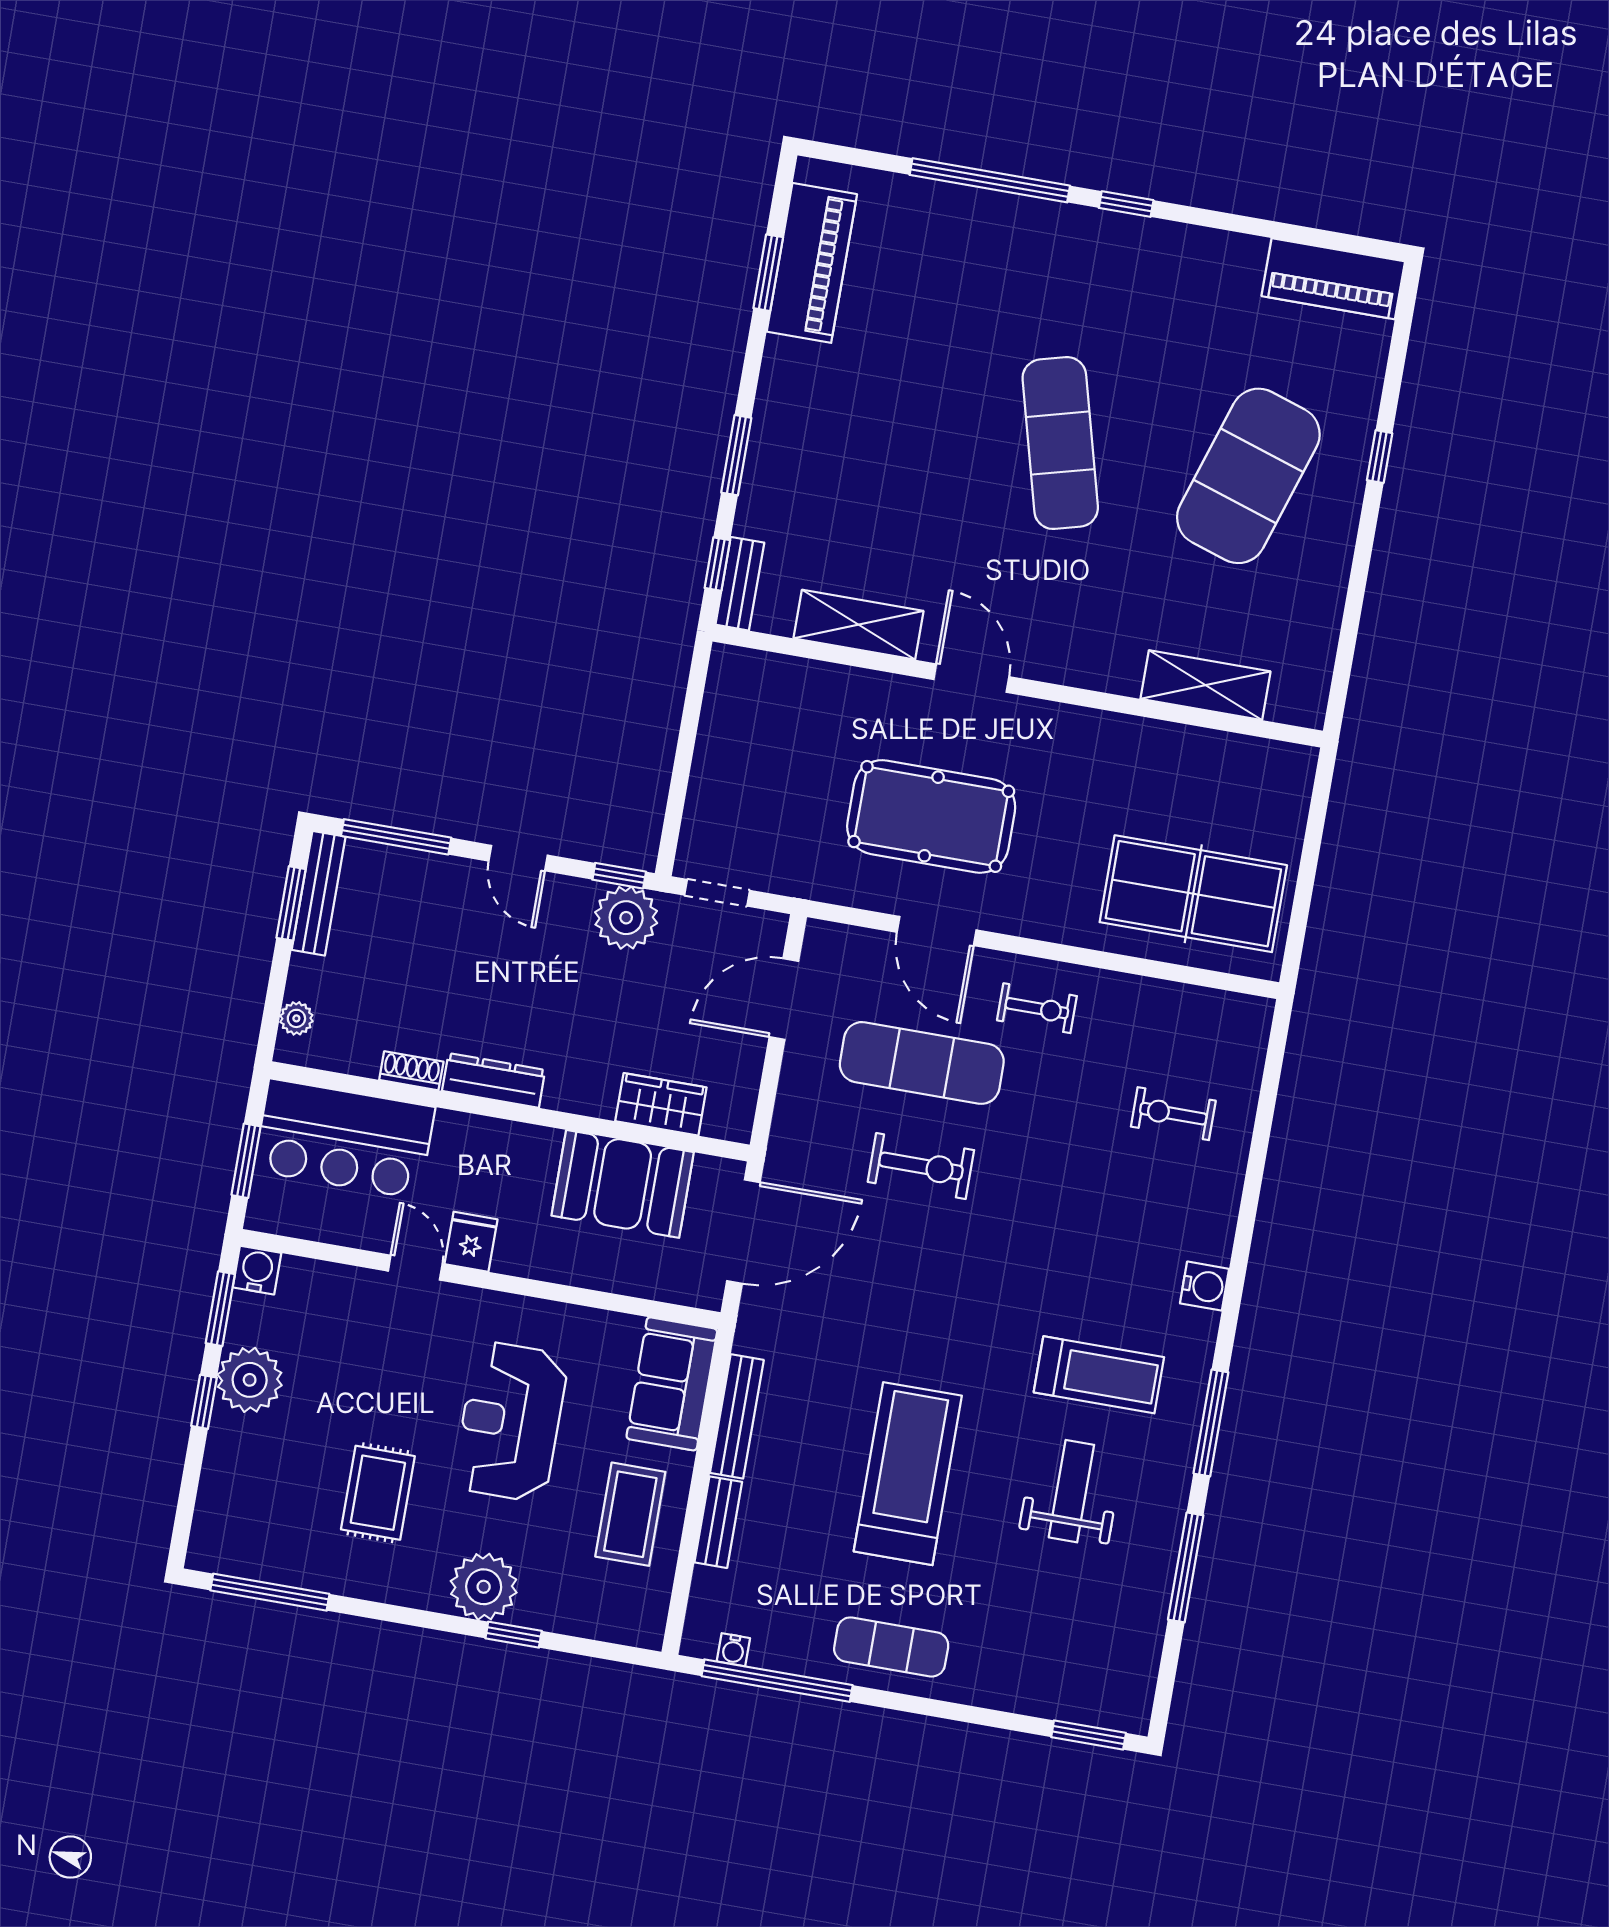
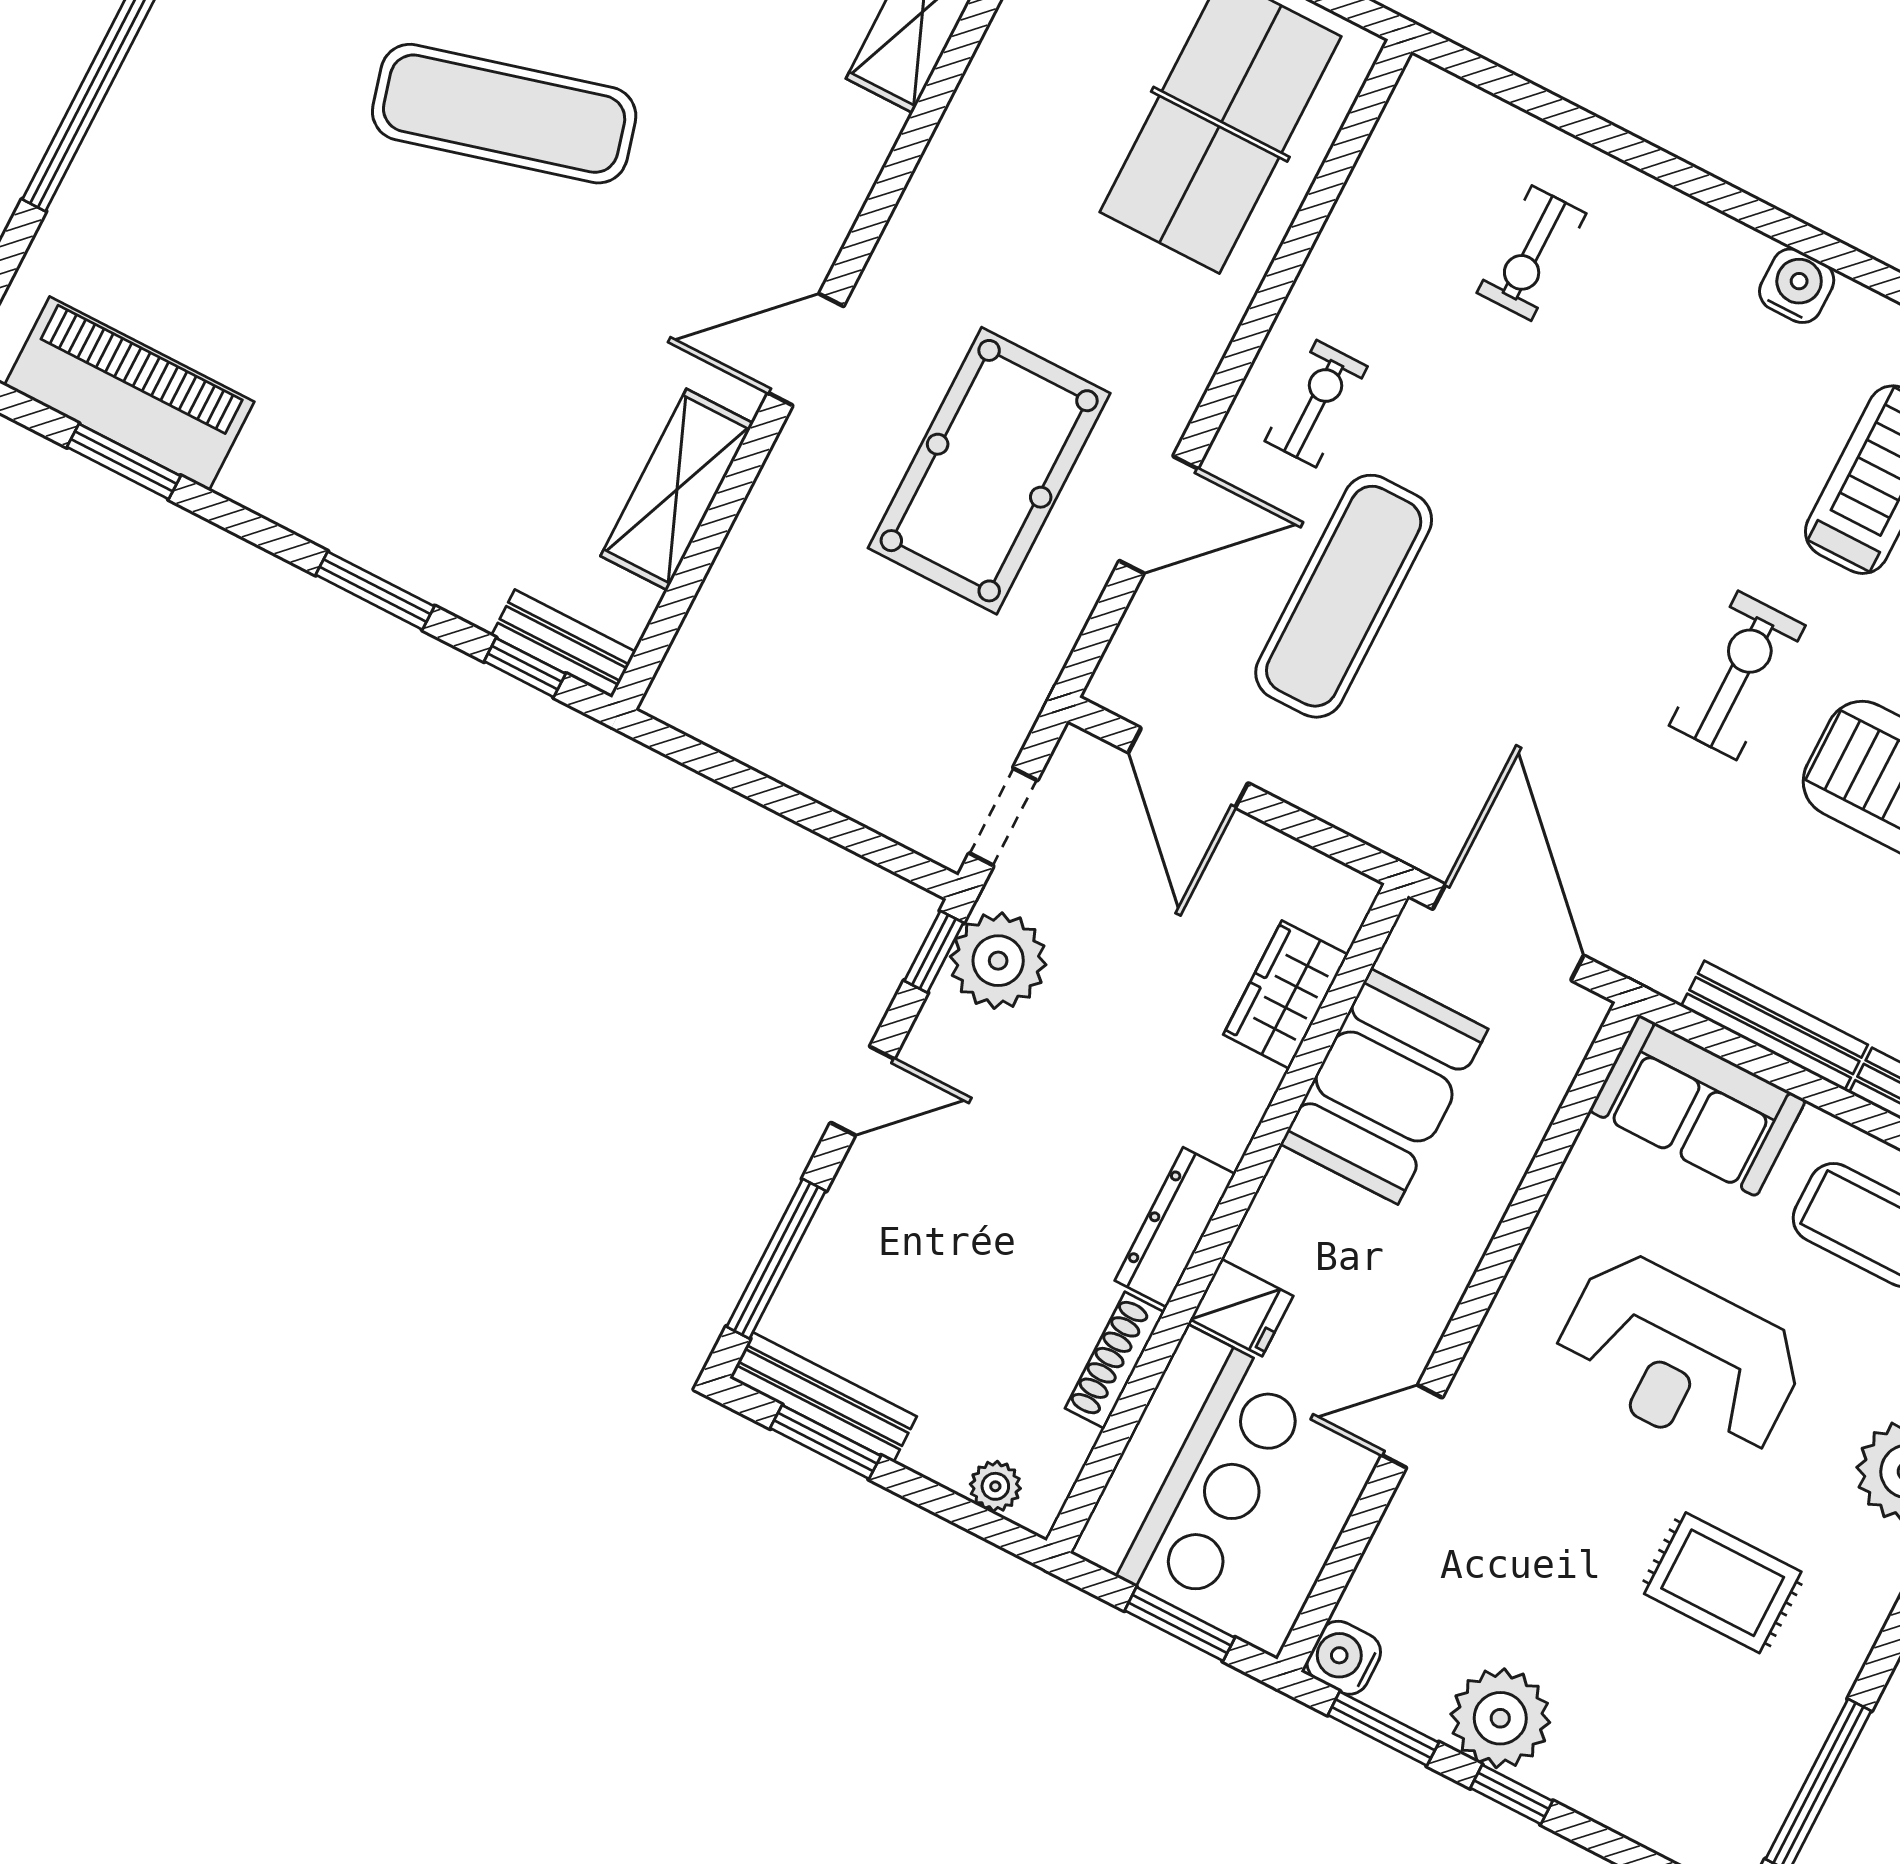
shoe rack: (411, 1071) -> (1115, 1360), width x1.43
exercise bike: (921, 1166) -> (1737, 675), moved
fridge: (471, 1242) -> (1242, 1308), moved, turned 180

